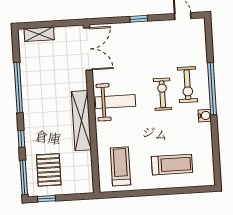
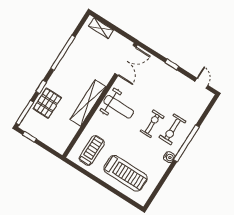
treadmill: (172, 165) -> (125, 173), width x1.37, depth x1.38
pallet: (49, 170) -> (47, 103), moved

